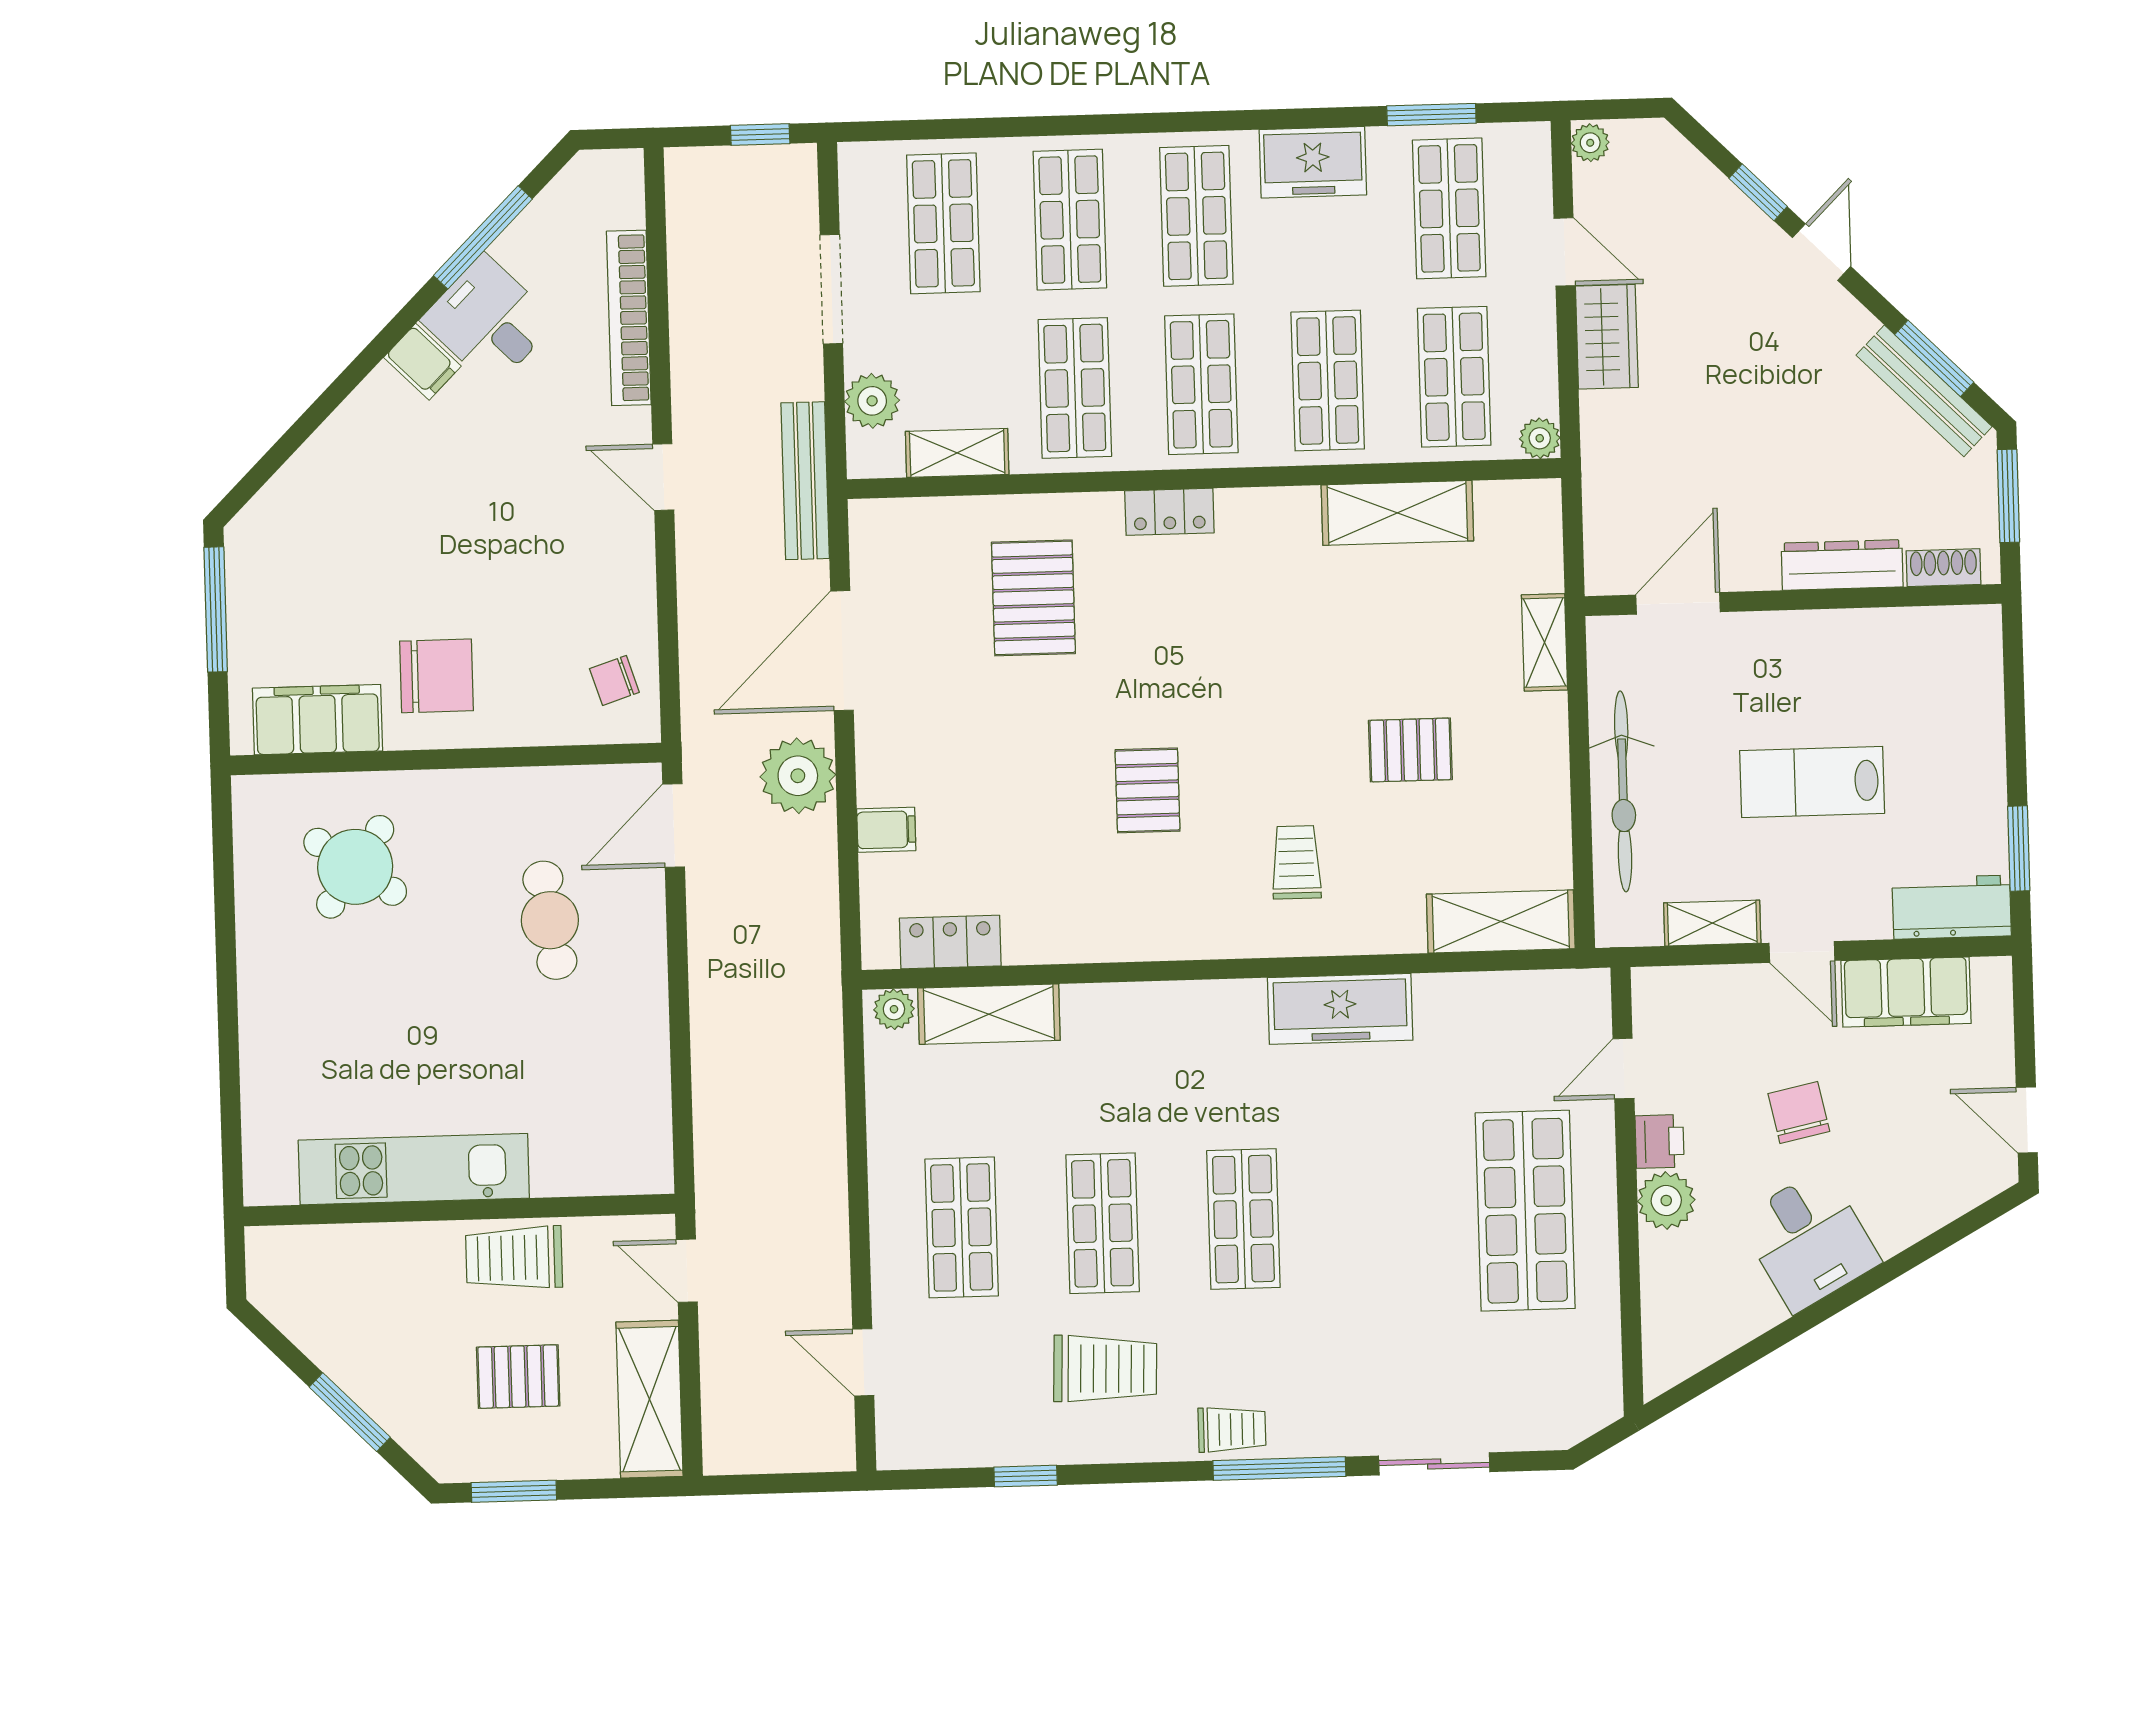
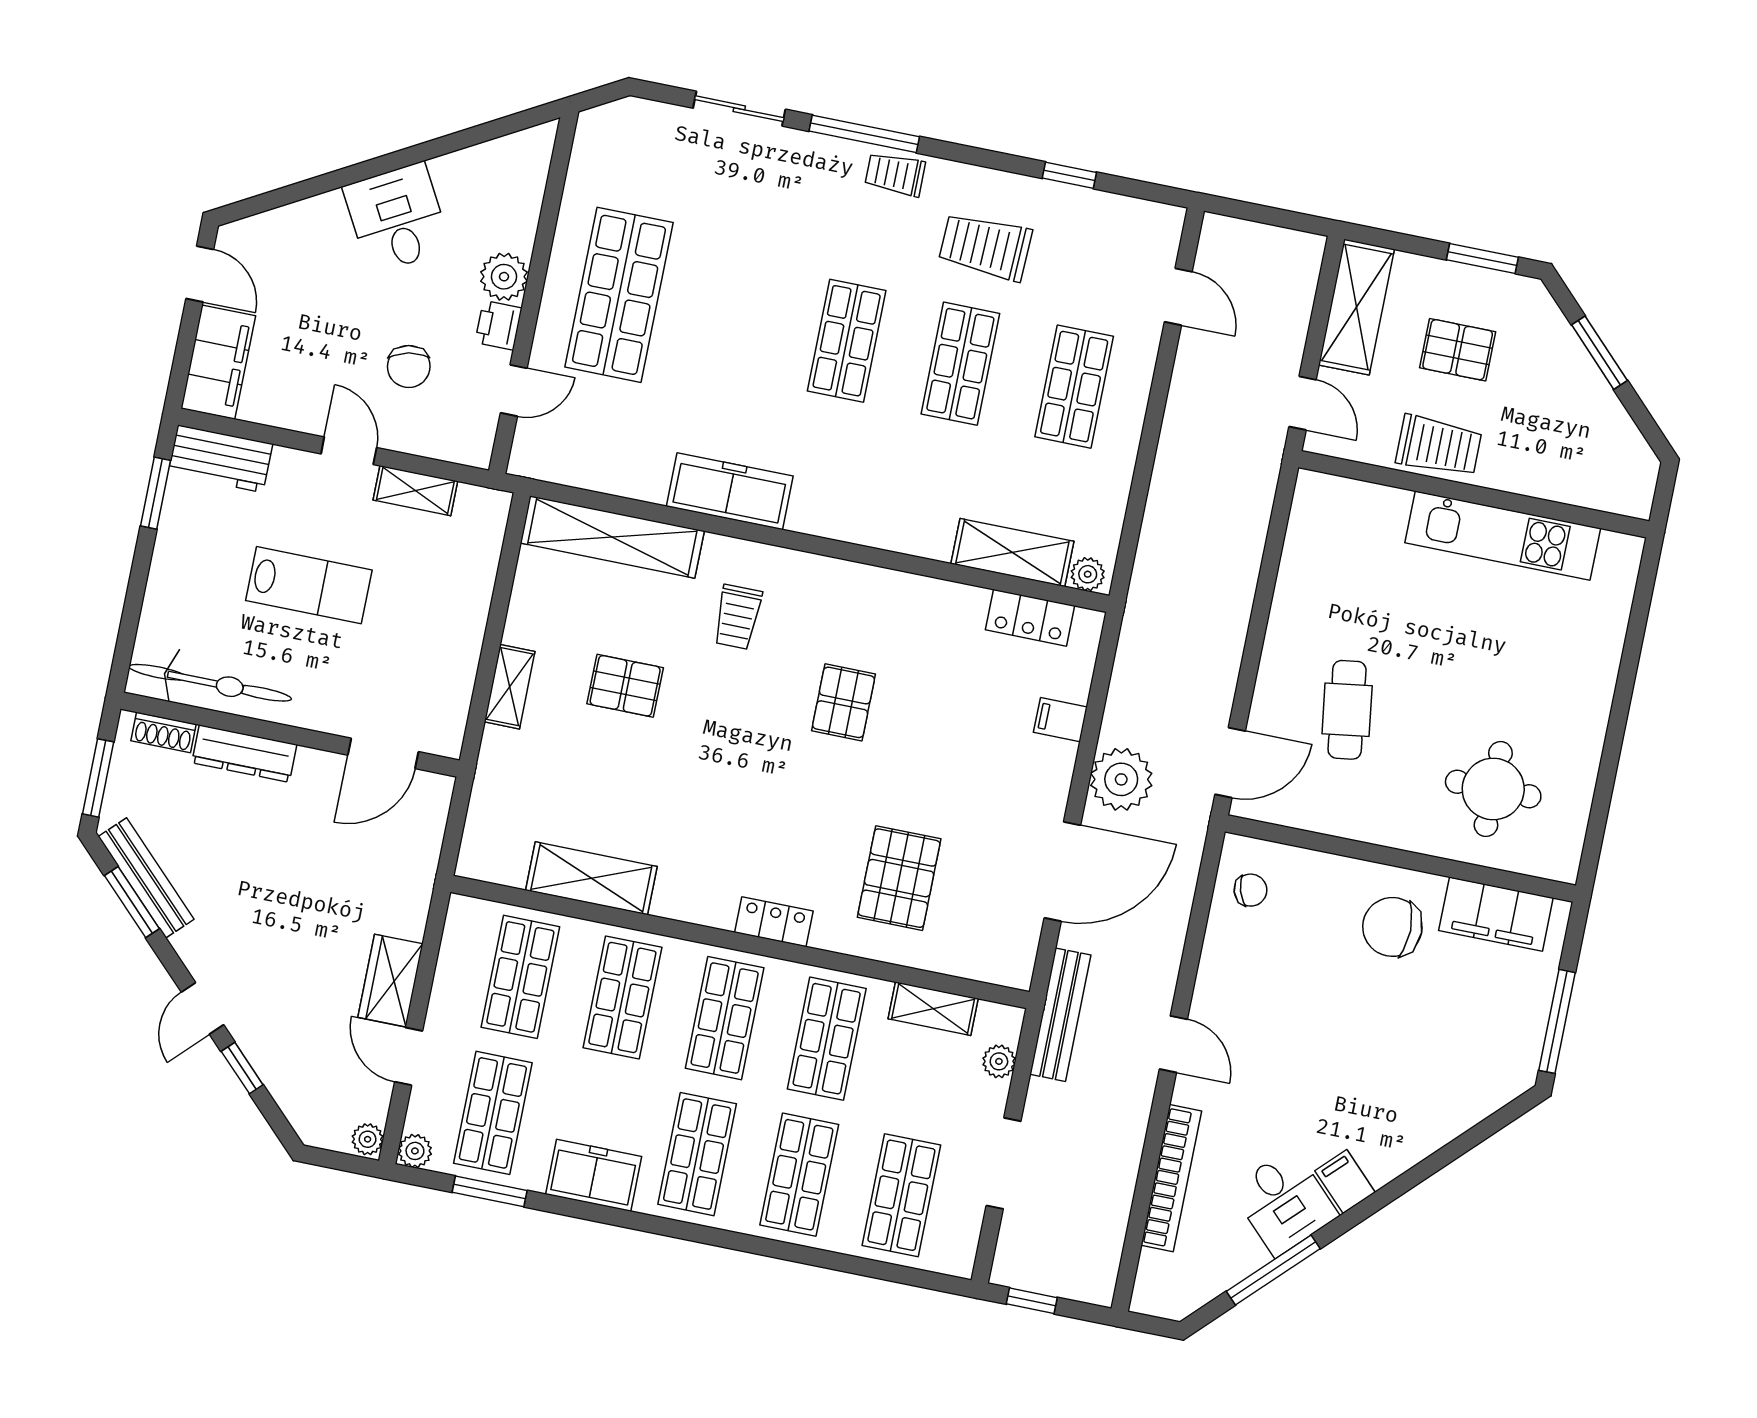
plant: (872, 401) -> (999, 1061), width x0.73, depth x0.73
plant: (1540, 438) -> (415, 1151), moved
shelving: (1544, 642) -> (510, 687), moved
bicycle: (1623, 791) -> (210, 683), moved, turned 90
round table: (355, 867) -> (1493, 789), turned -35
shelving: (1501, 921) -> (612, 537), width x1.47
filing cabinet: (1906, 992) -> (218, 362), moved, turned 90
chair: (1799, 1112) -> (409, 366), moved

